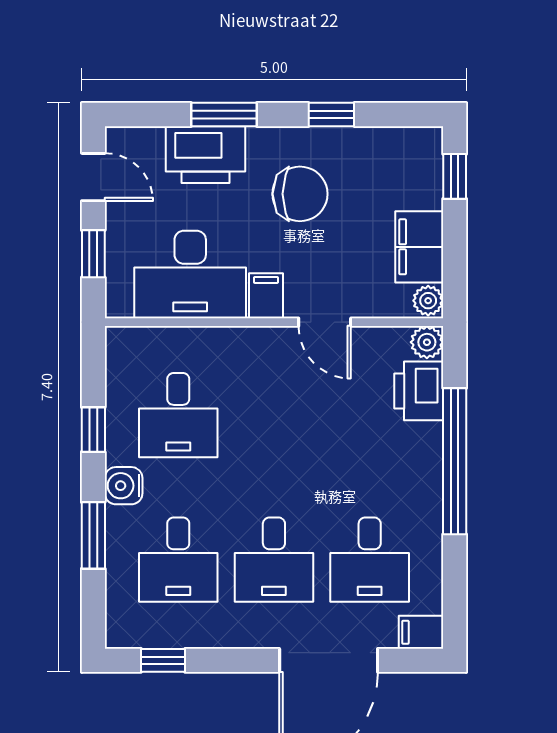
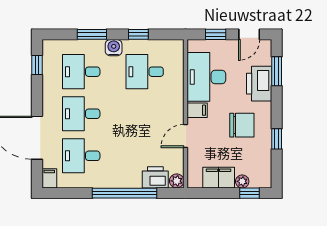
window: (224, 115) -> (277, 71), moved
chair: (300, 194) -> (242, 125), turned -90
plant: (428, 301) -> (242, 181), moved

